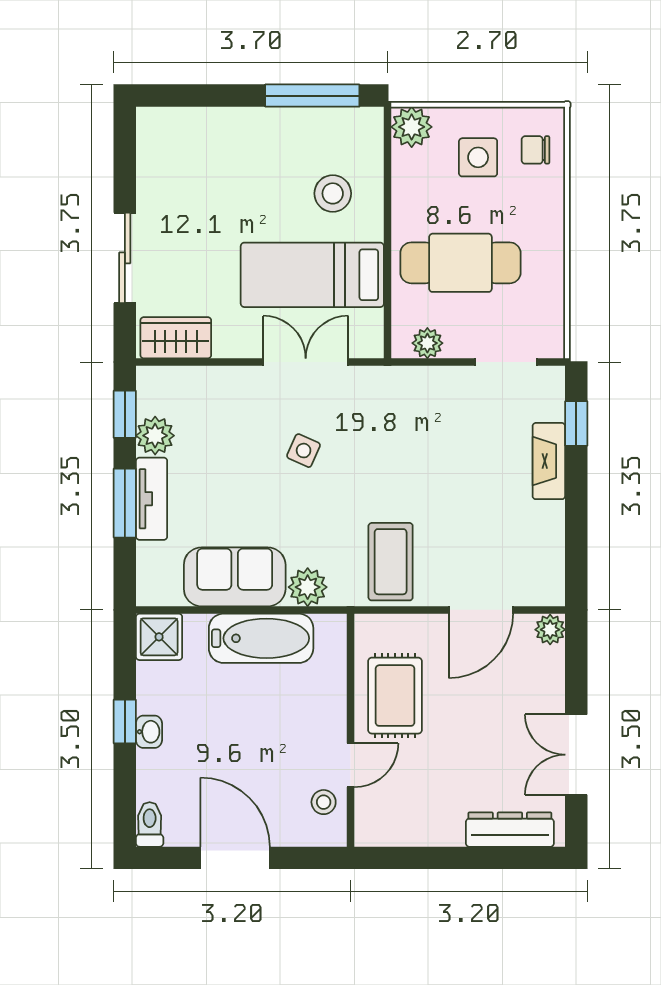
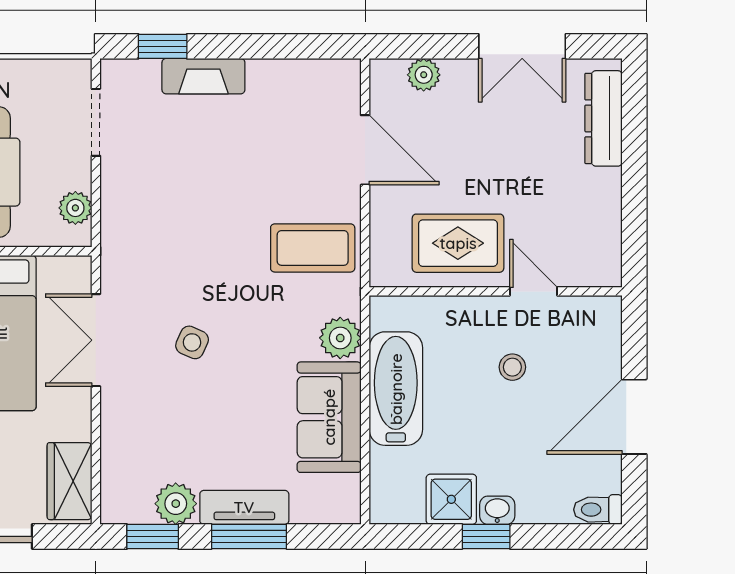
plant: (550, 630) -> (424, 75), moved
shower: (159, 637) -> (451, 499), moved
stool: (324, 802) -> (512, 367), moved

